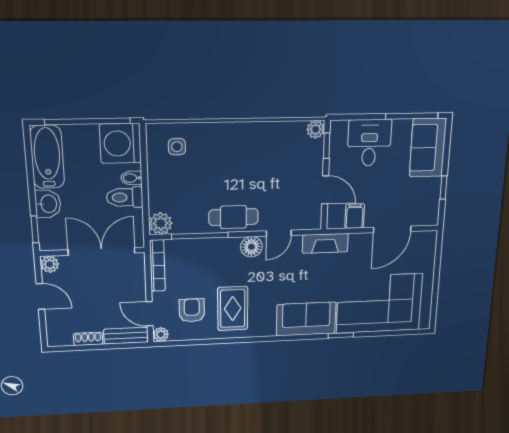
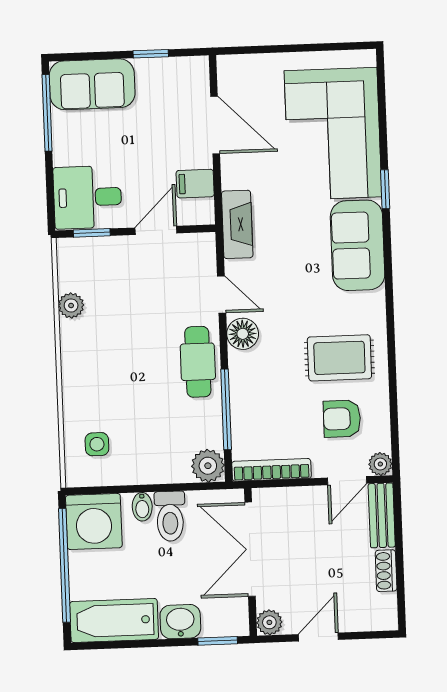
plant: (316, 129) -> (71, 305), moved
desk: (369, 143) -> (88, 197), moved

